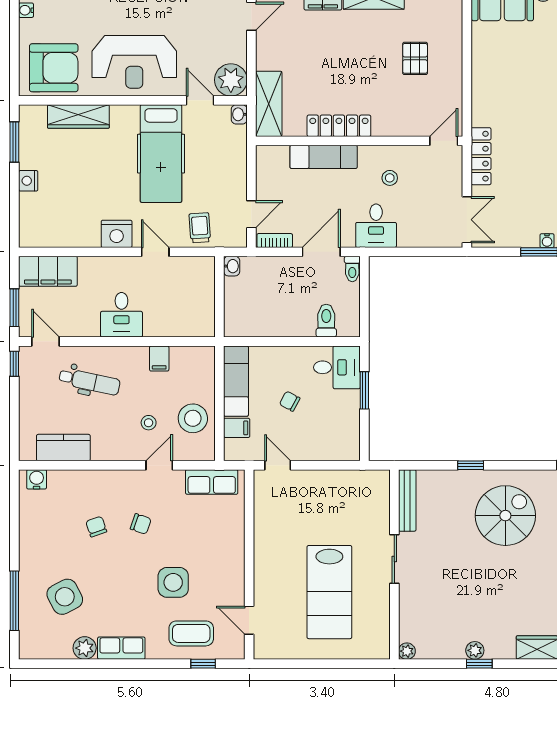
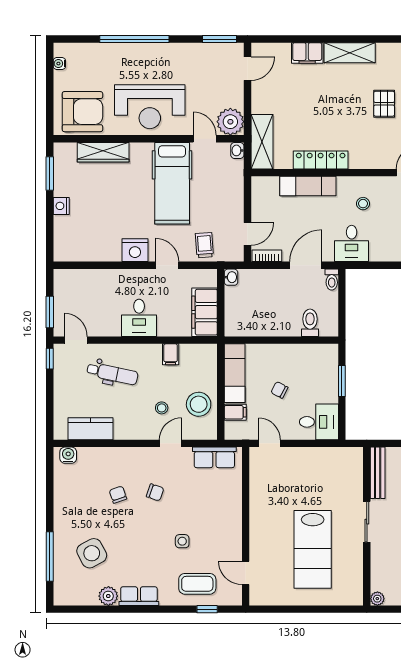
filing cabinet: (48, 271) -> (205, 312), moved, turned 90
desk: (337, 367) -> (319, 422), moved
side table: (173, 582) -> (182, 541), width x0.54, depth x0.54

